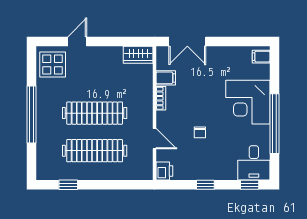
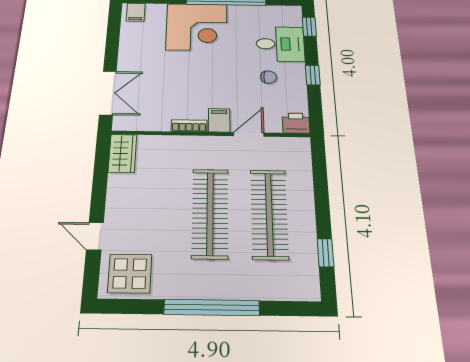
filing cabinet: (166, 78) -> (219, 120), moved
chair: (200, 132) -> (269, 77), moved
desk: (254, 163) -> (280, 44), moved

